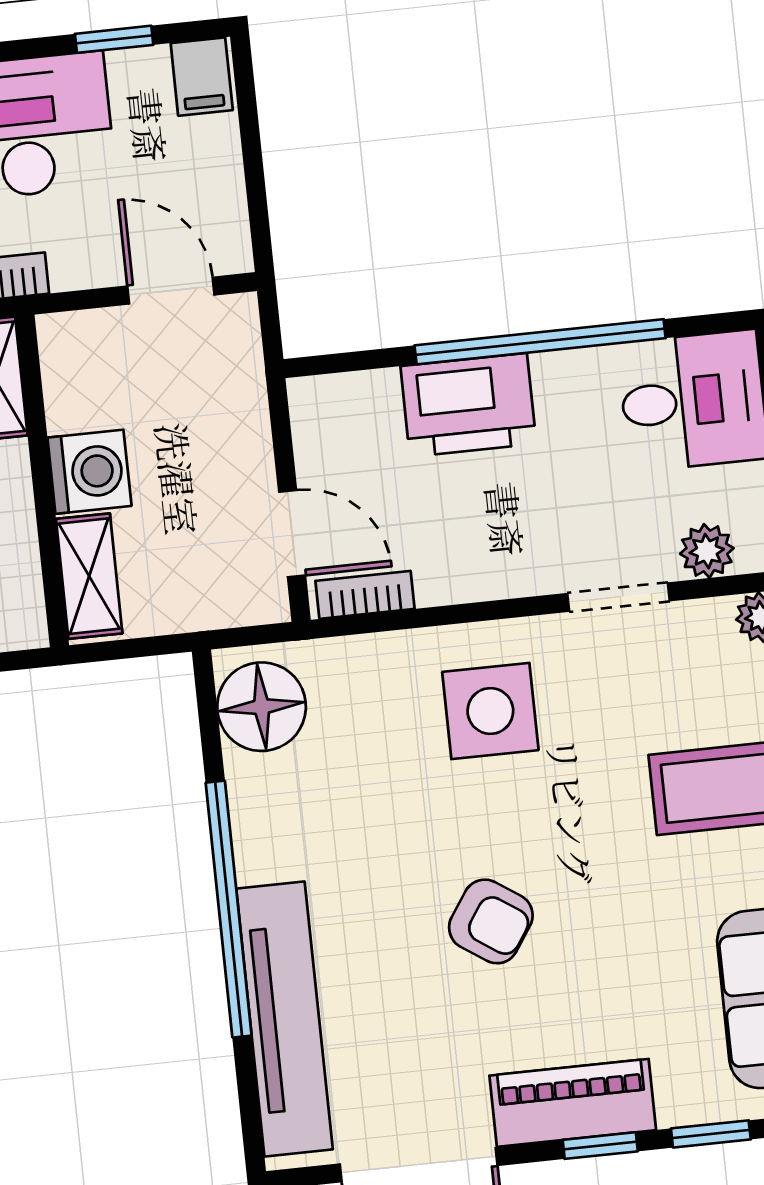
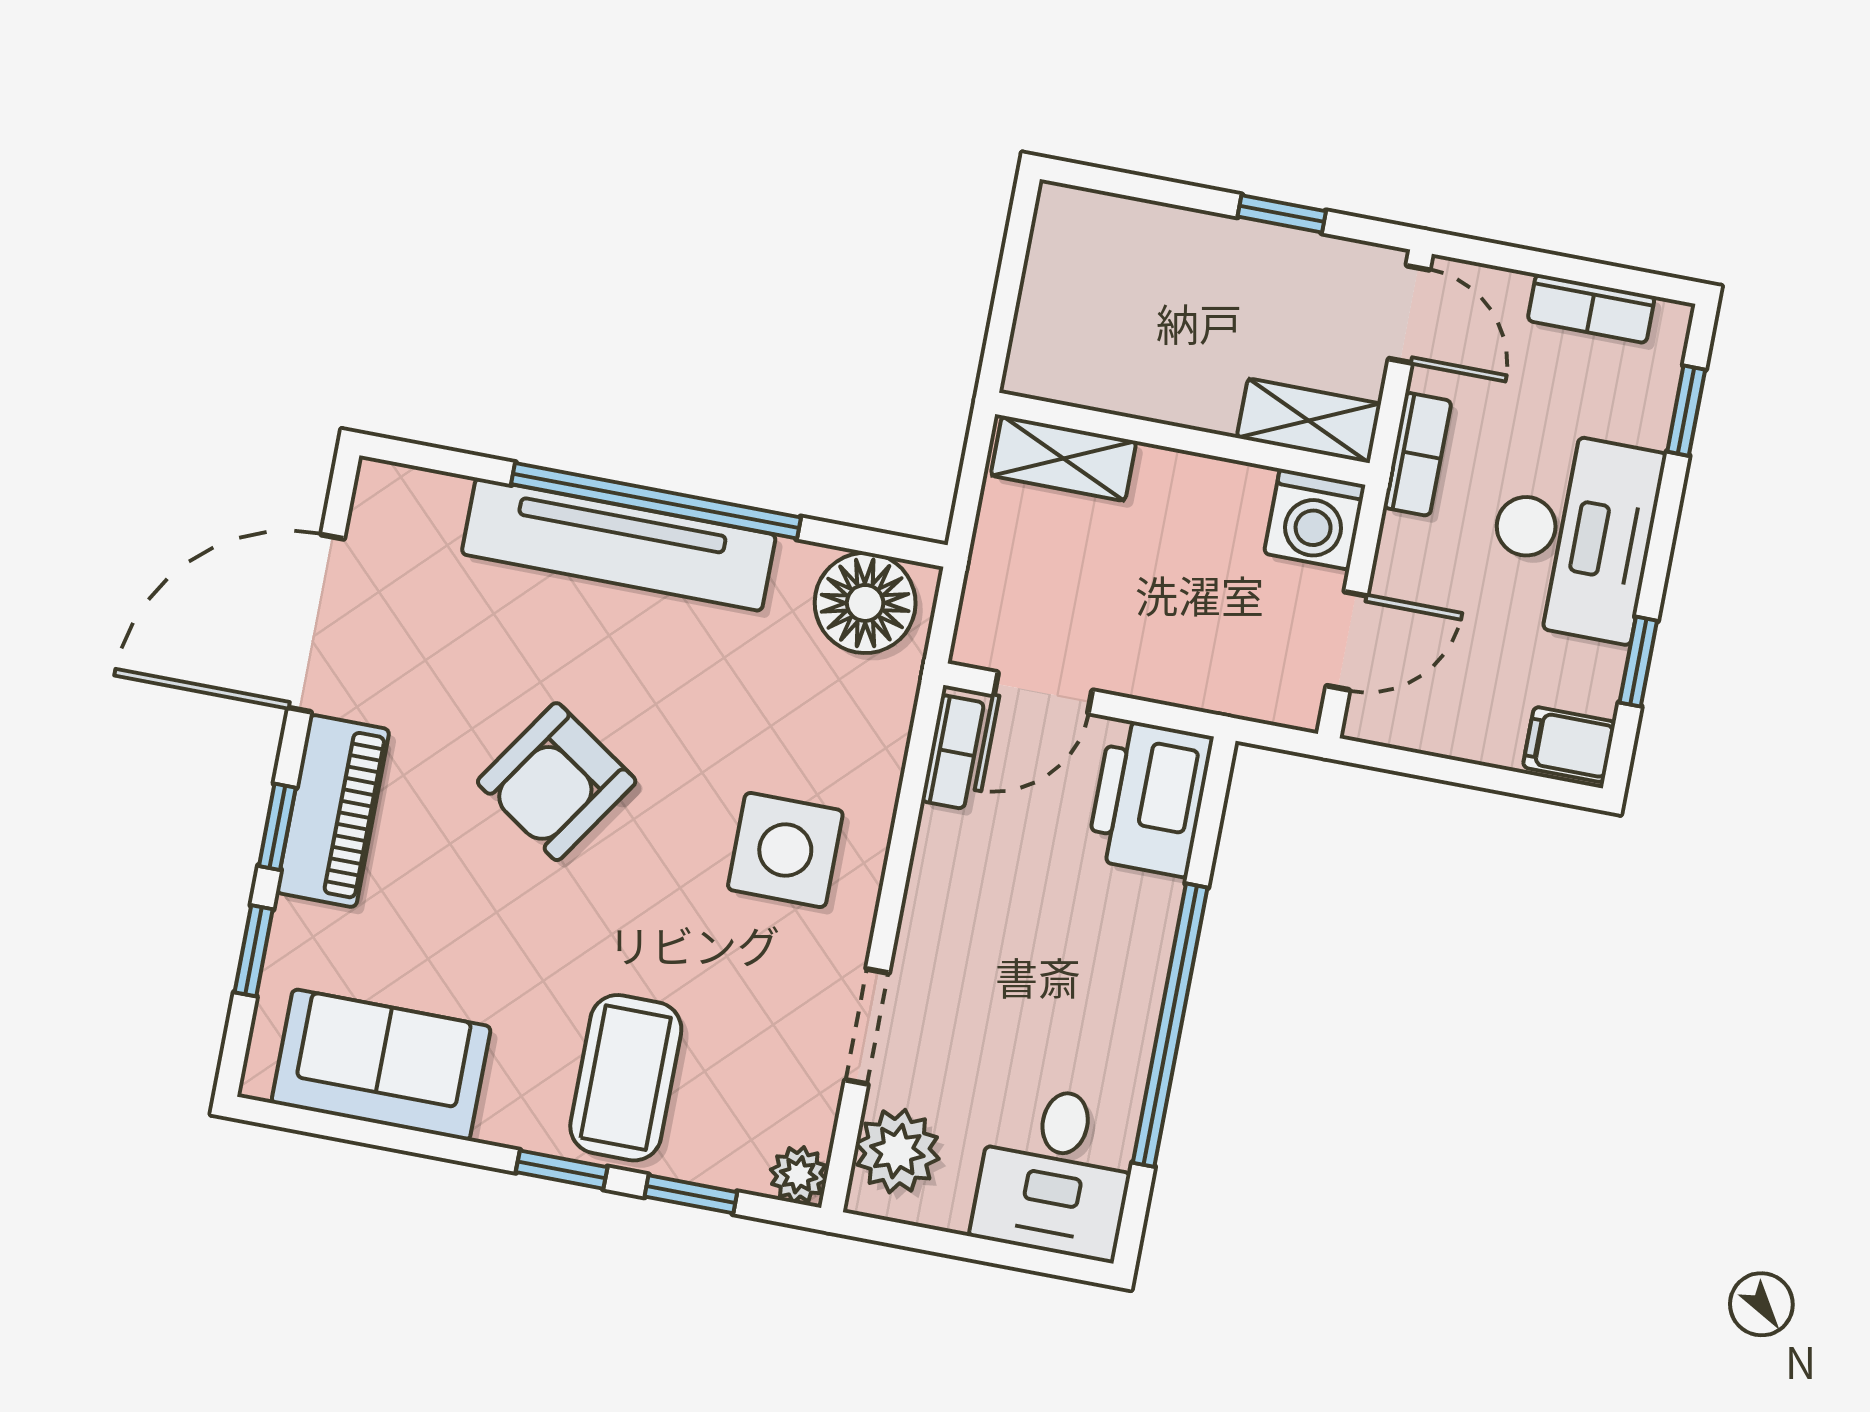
printer: (468, 405) -> (1150, 798), moved
washing machine: (89, 472) -> (1315, 519), moved
plant: (707, 551) -> (897, 1151), width x1.38, depth x1.38
armchair: (491, 921) -> (557, 782), width x1.38, depth x1.38
tv unit: (284, 1019) -> (619, 545), moved

